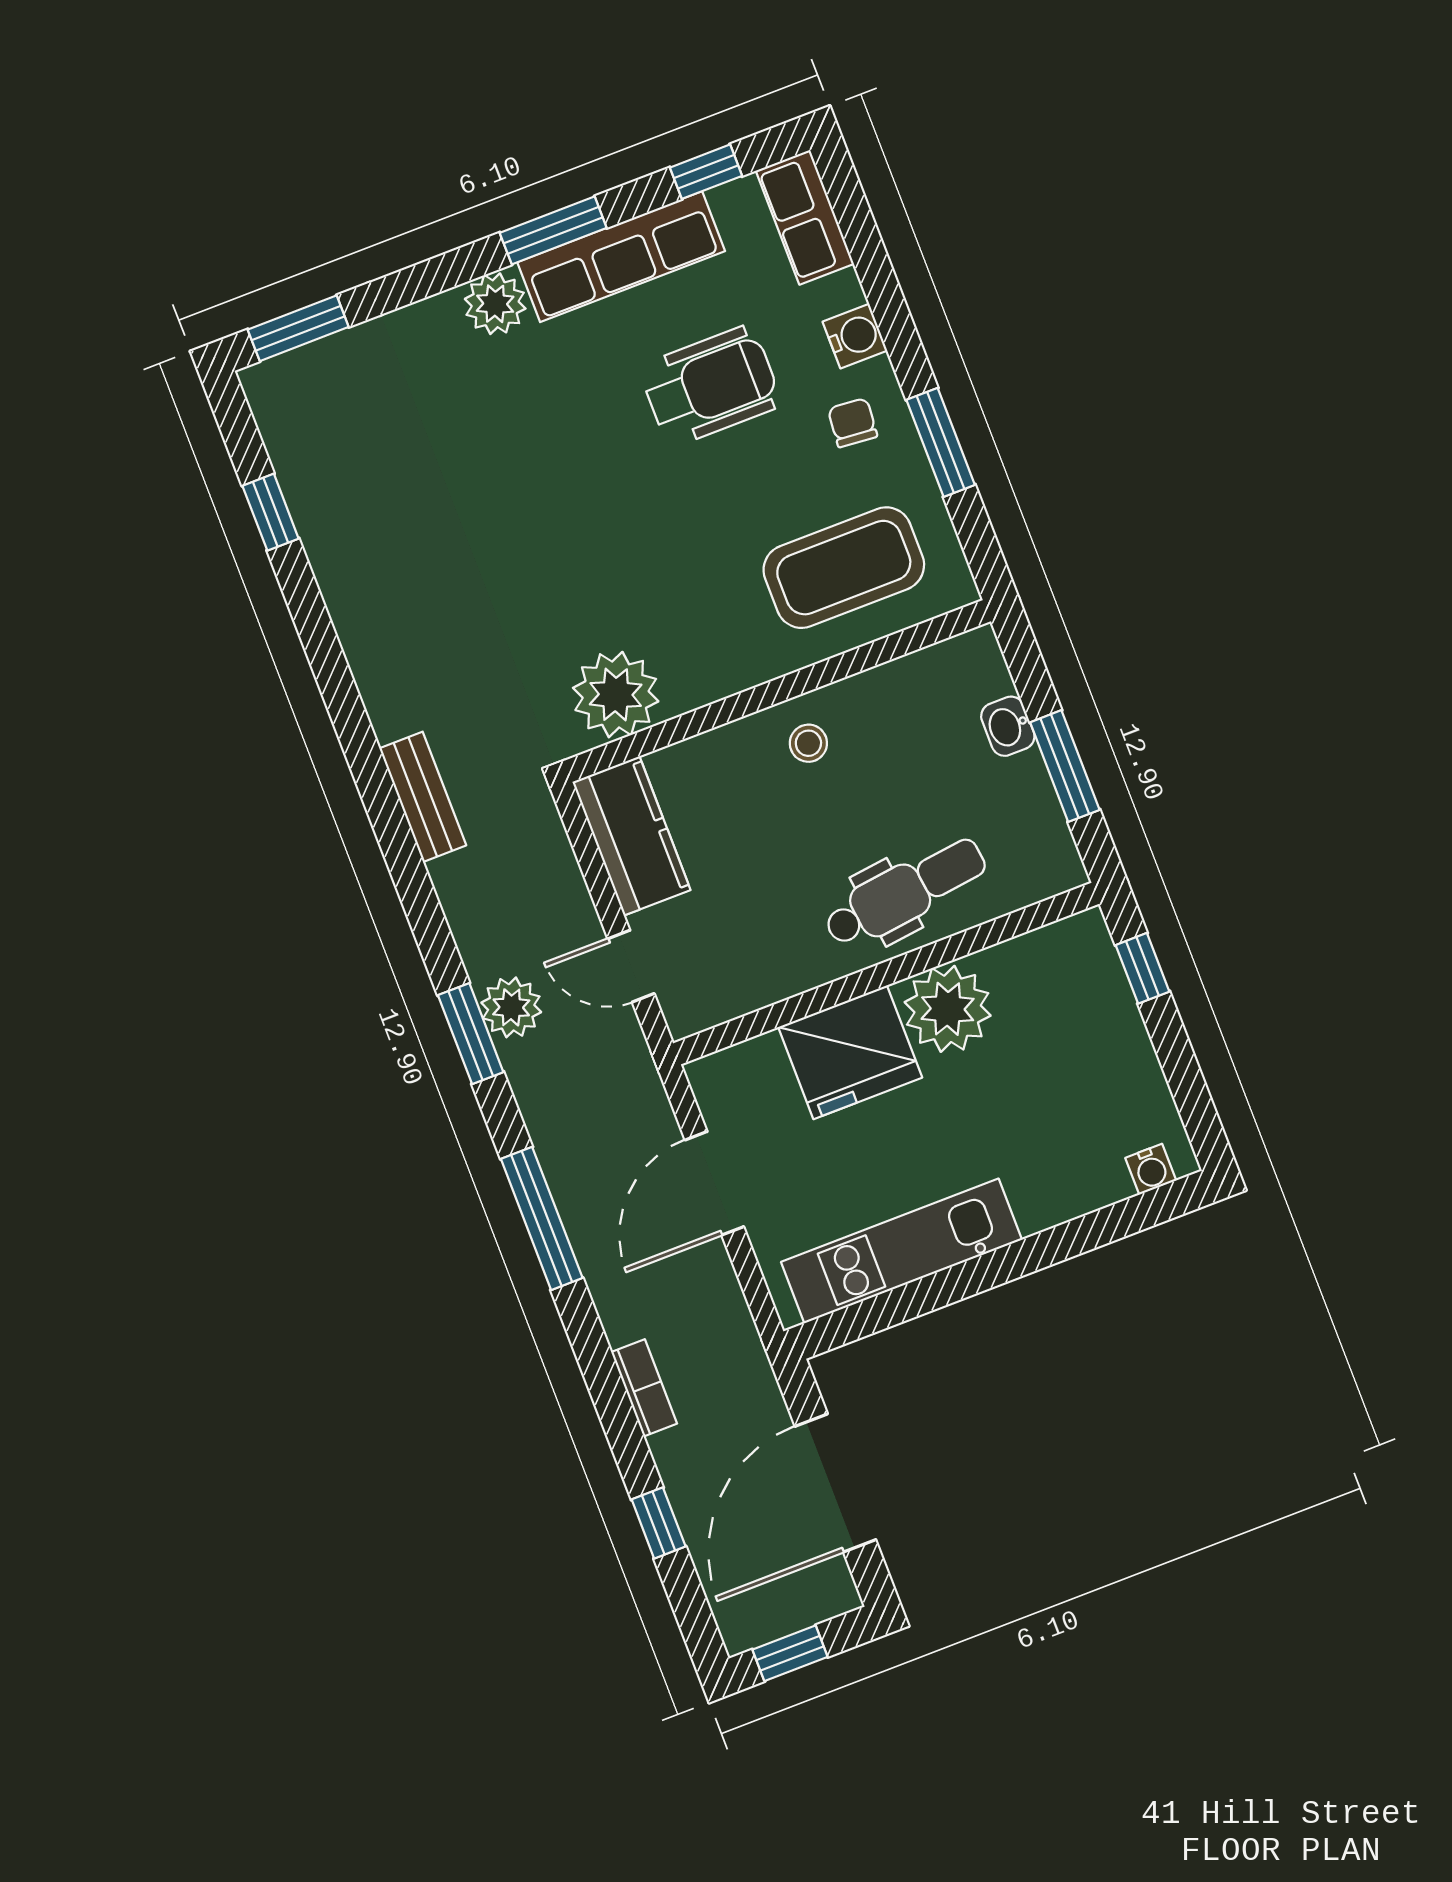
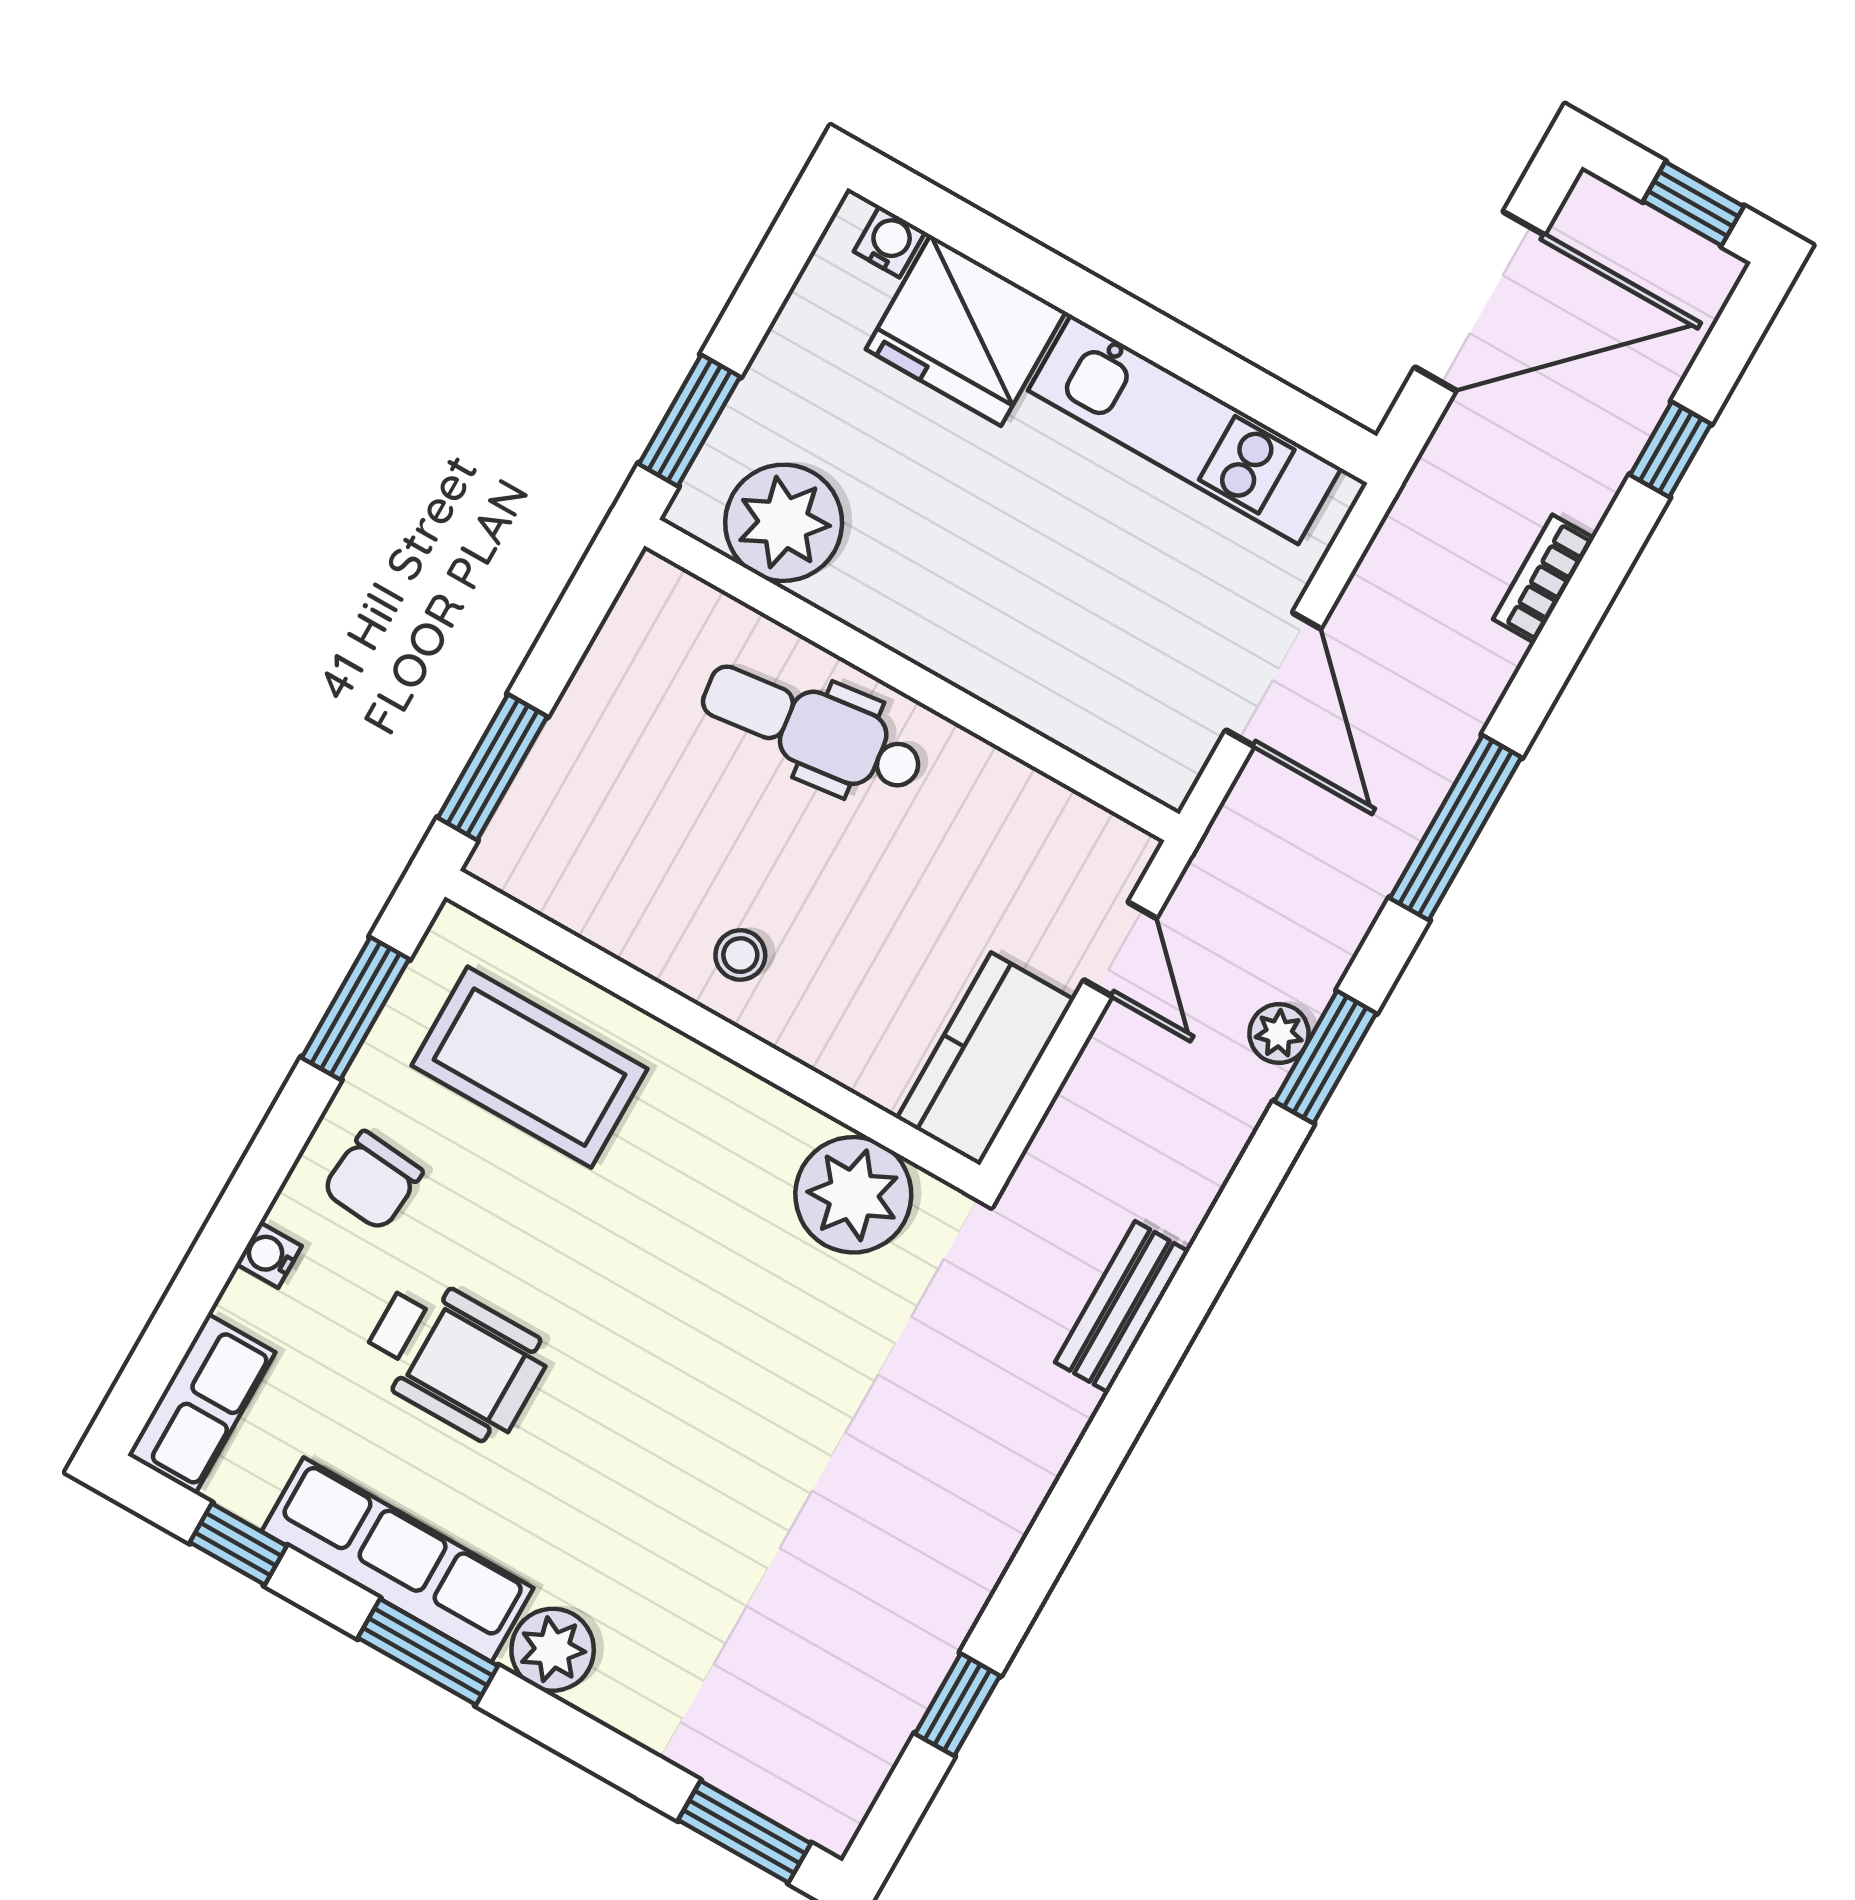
water cooler: (855, 336) -> (269, 1255), width x0.72, depth x0.72
wheelchair: (710, 386) -> (455, 1358), turned 180
chair: (853, 423) -> (373, 1181), width x1.37, depth x1.37
window: (941, 442) -> (355, 1008), moved
washbasin: (1008, 726) -> (554, 764), removed
window: (1065, 766) -> (492, 767), moved
window: (1142, 968) -> (690, 420), width x1.50
plant: (511, 1007) -> (1279, 1033), width x0.73, depth x0.73
plant: (948, 1009) -> (784, 523), moved
fridge: (850, 1052) -> (966, 330), moved, turned 180
door: (714, 1183) -> (1273, 679), hinge flipped

